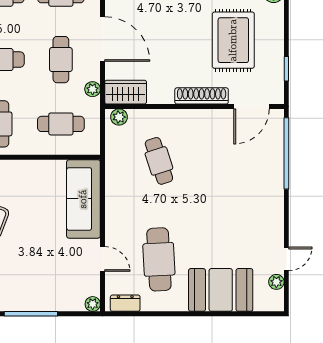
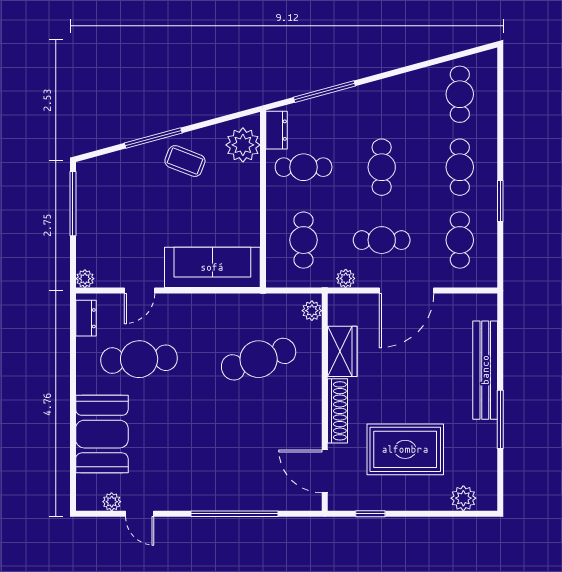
wardrobe: (126, 92) -> (342, 351), moved
window: (286, 153) -> (234, 514), moved
cafe table: (159, 161) -> (259, 359), width x1.37, depth x1.35

